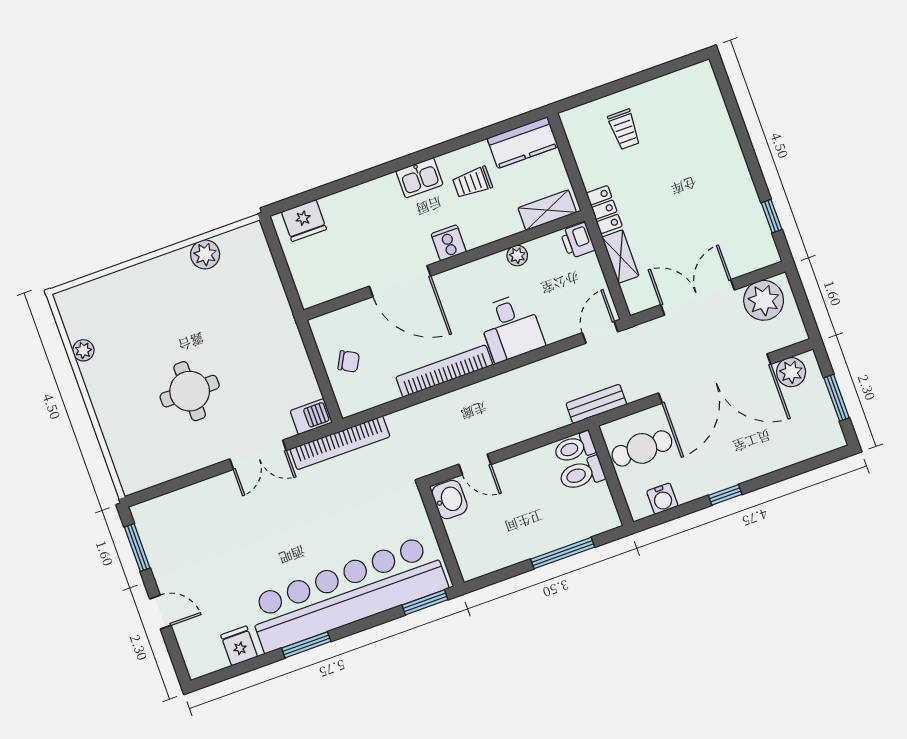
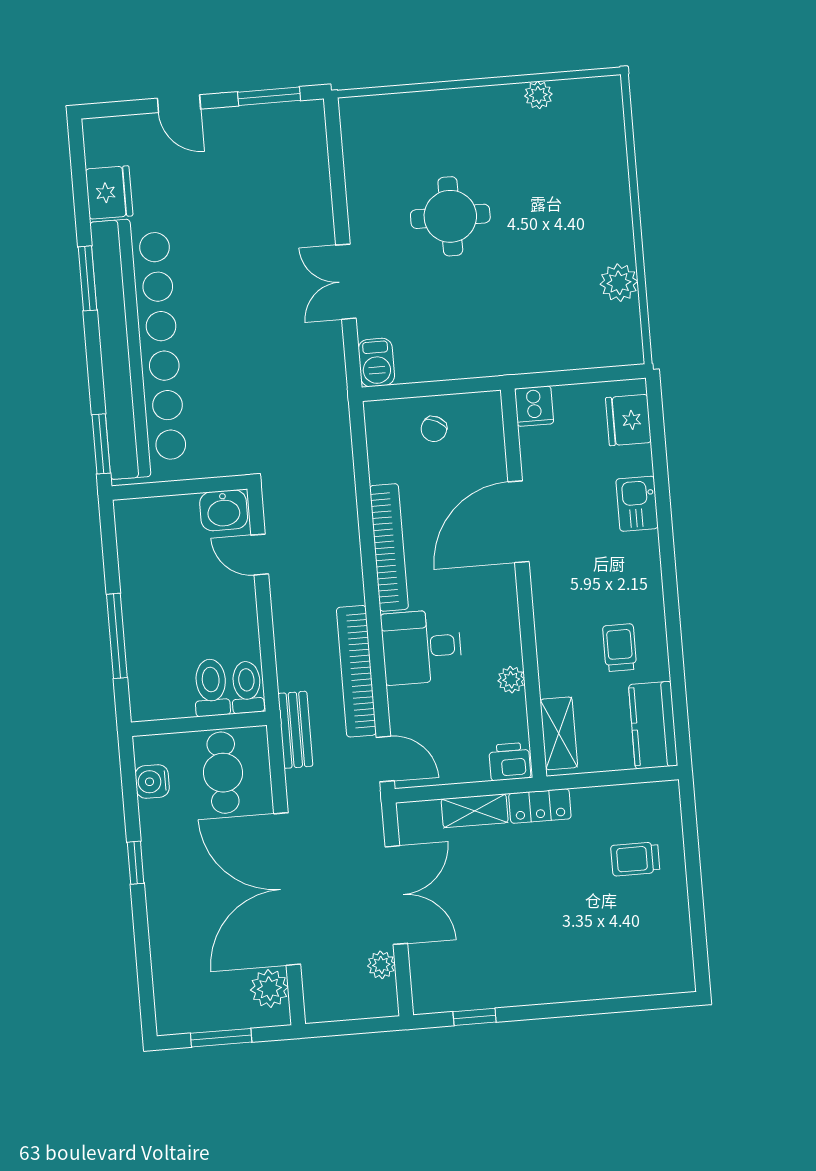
kitchen sink: (419, 178) -> (637, 504), moved
cooker: (449, 243) -> (534, 406), moved, turned 90
plant: (764, 300) -> (381, 965), width x0.53, depth x0.53
bookcase: (340, 443) -> (356, 671), moved
door: (475, 464) -> (260, 555), hinge flipped
door: (160, 612) -> (179, 104), hinge flipped
fridge: (239, 646) -> (109, 192), width x1.38

